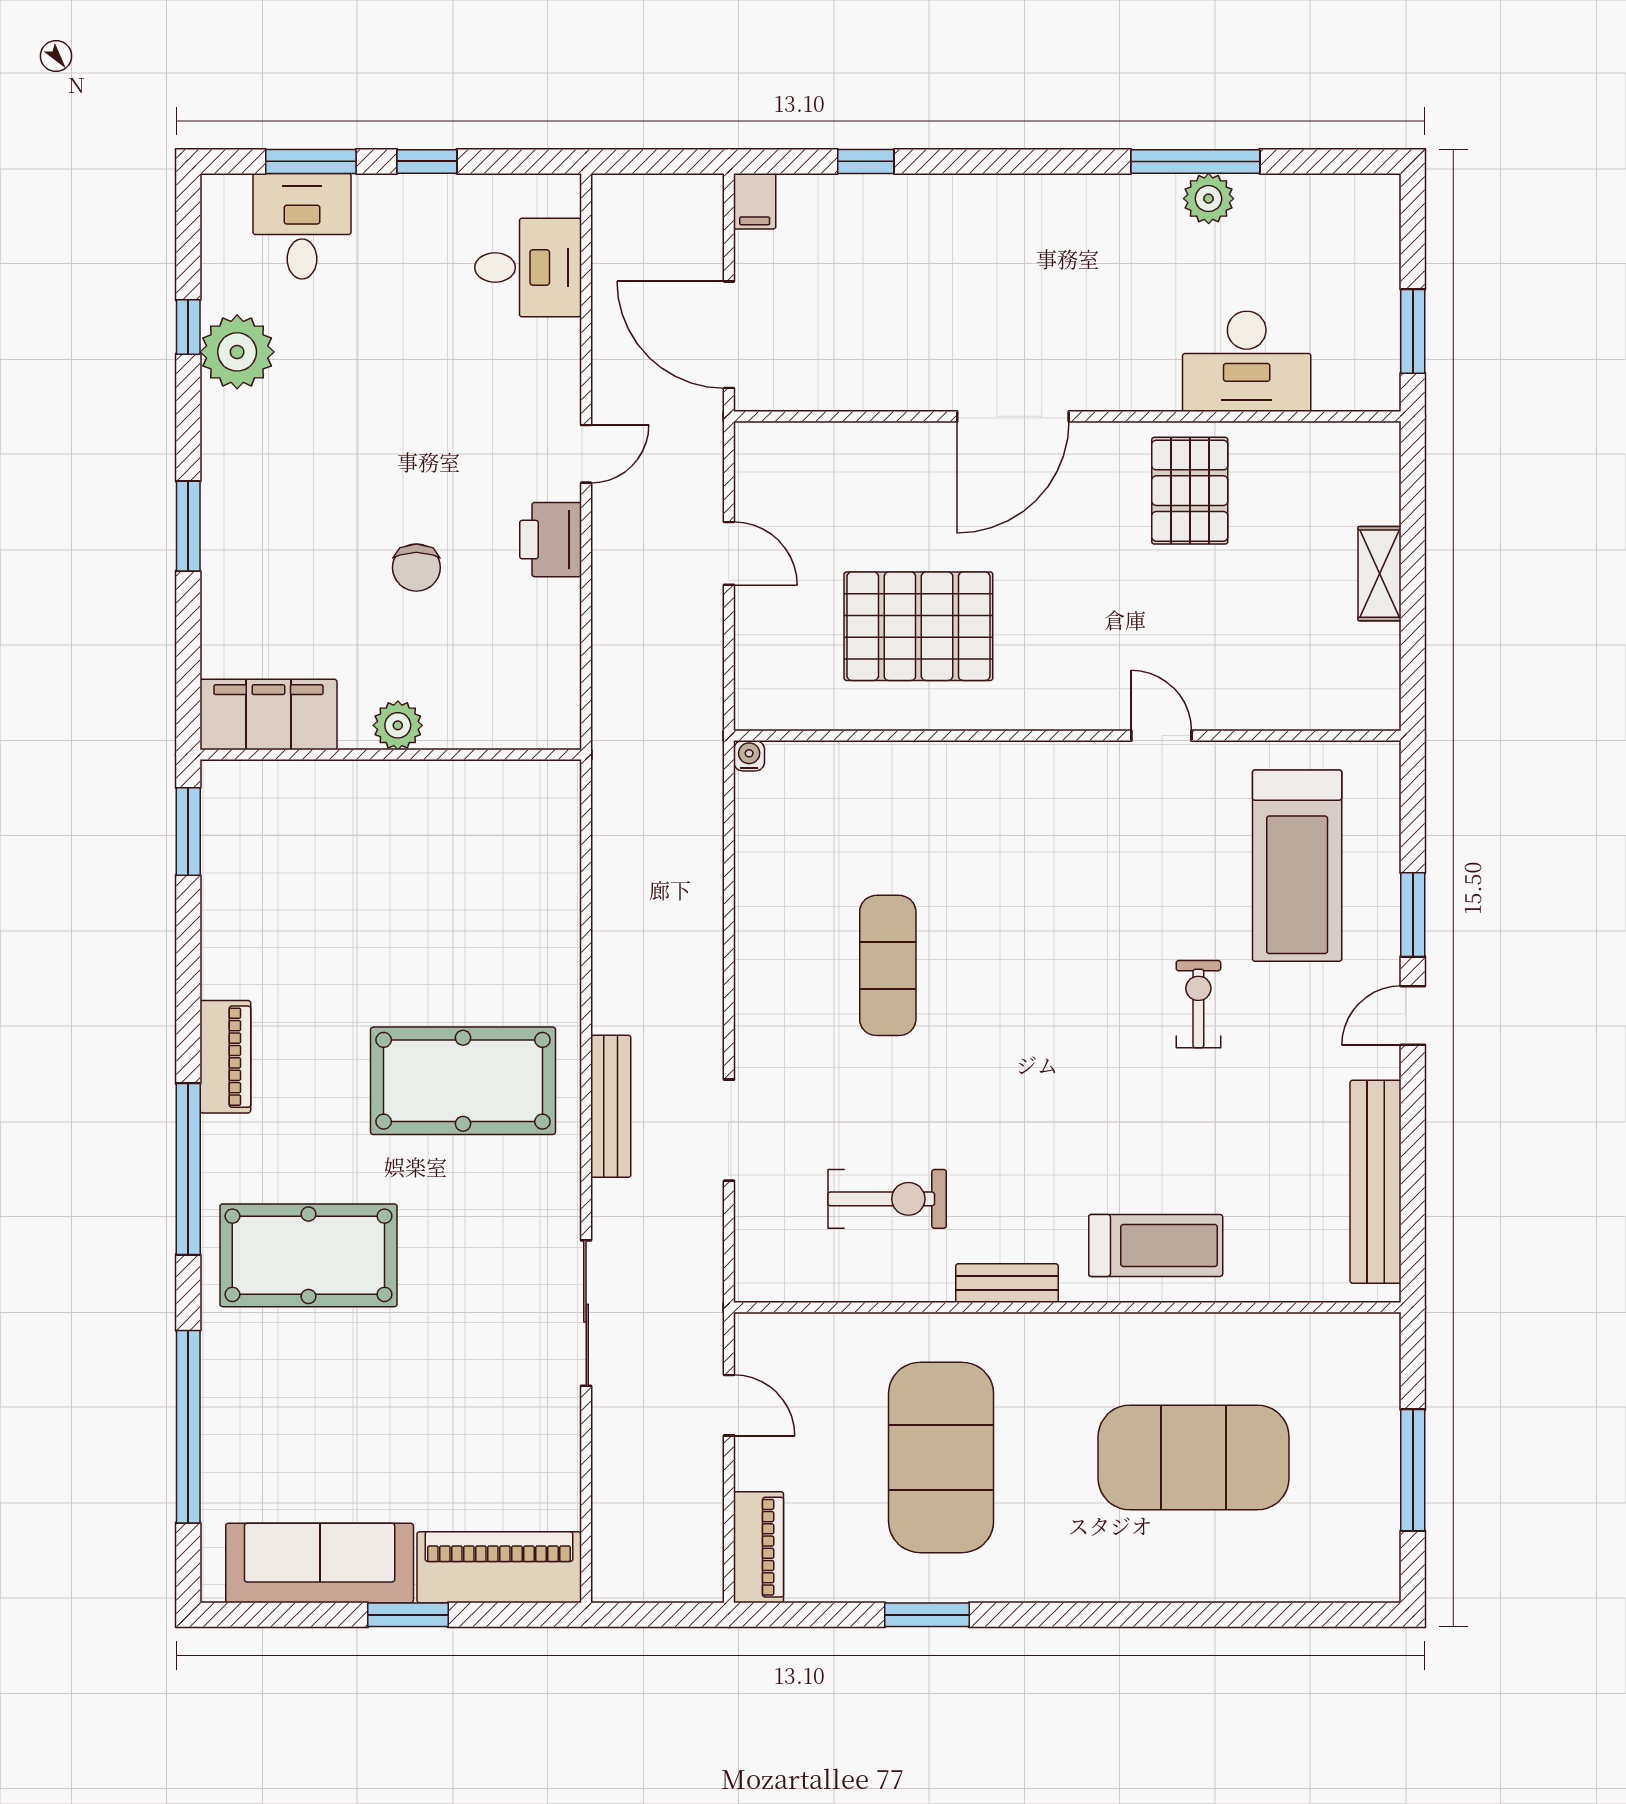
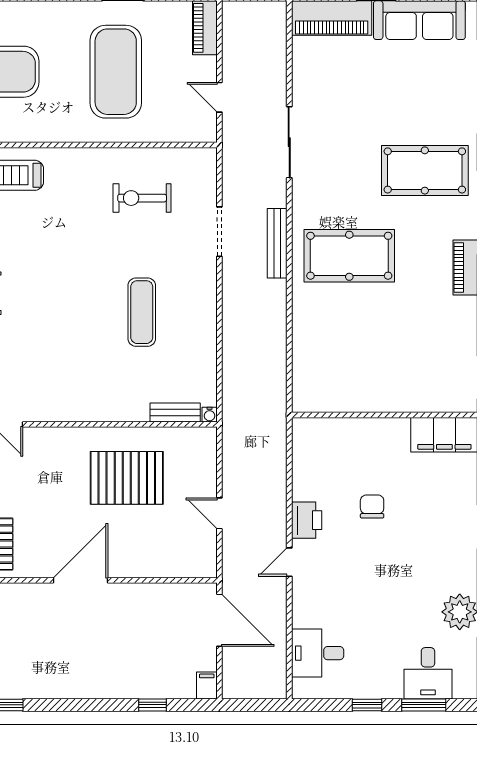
plant: (398, 725) -> (381, 429), removed
bench: (1007, 1283) -> (175, 413), moved

